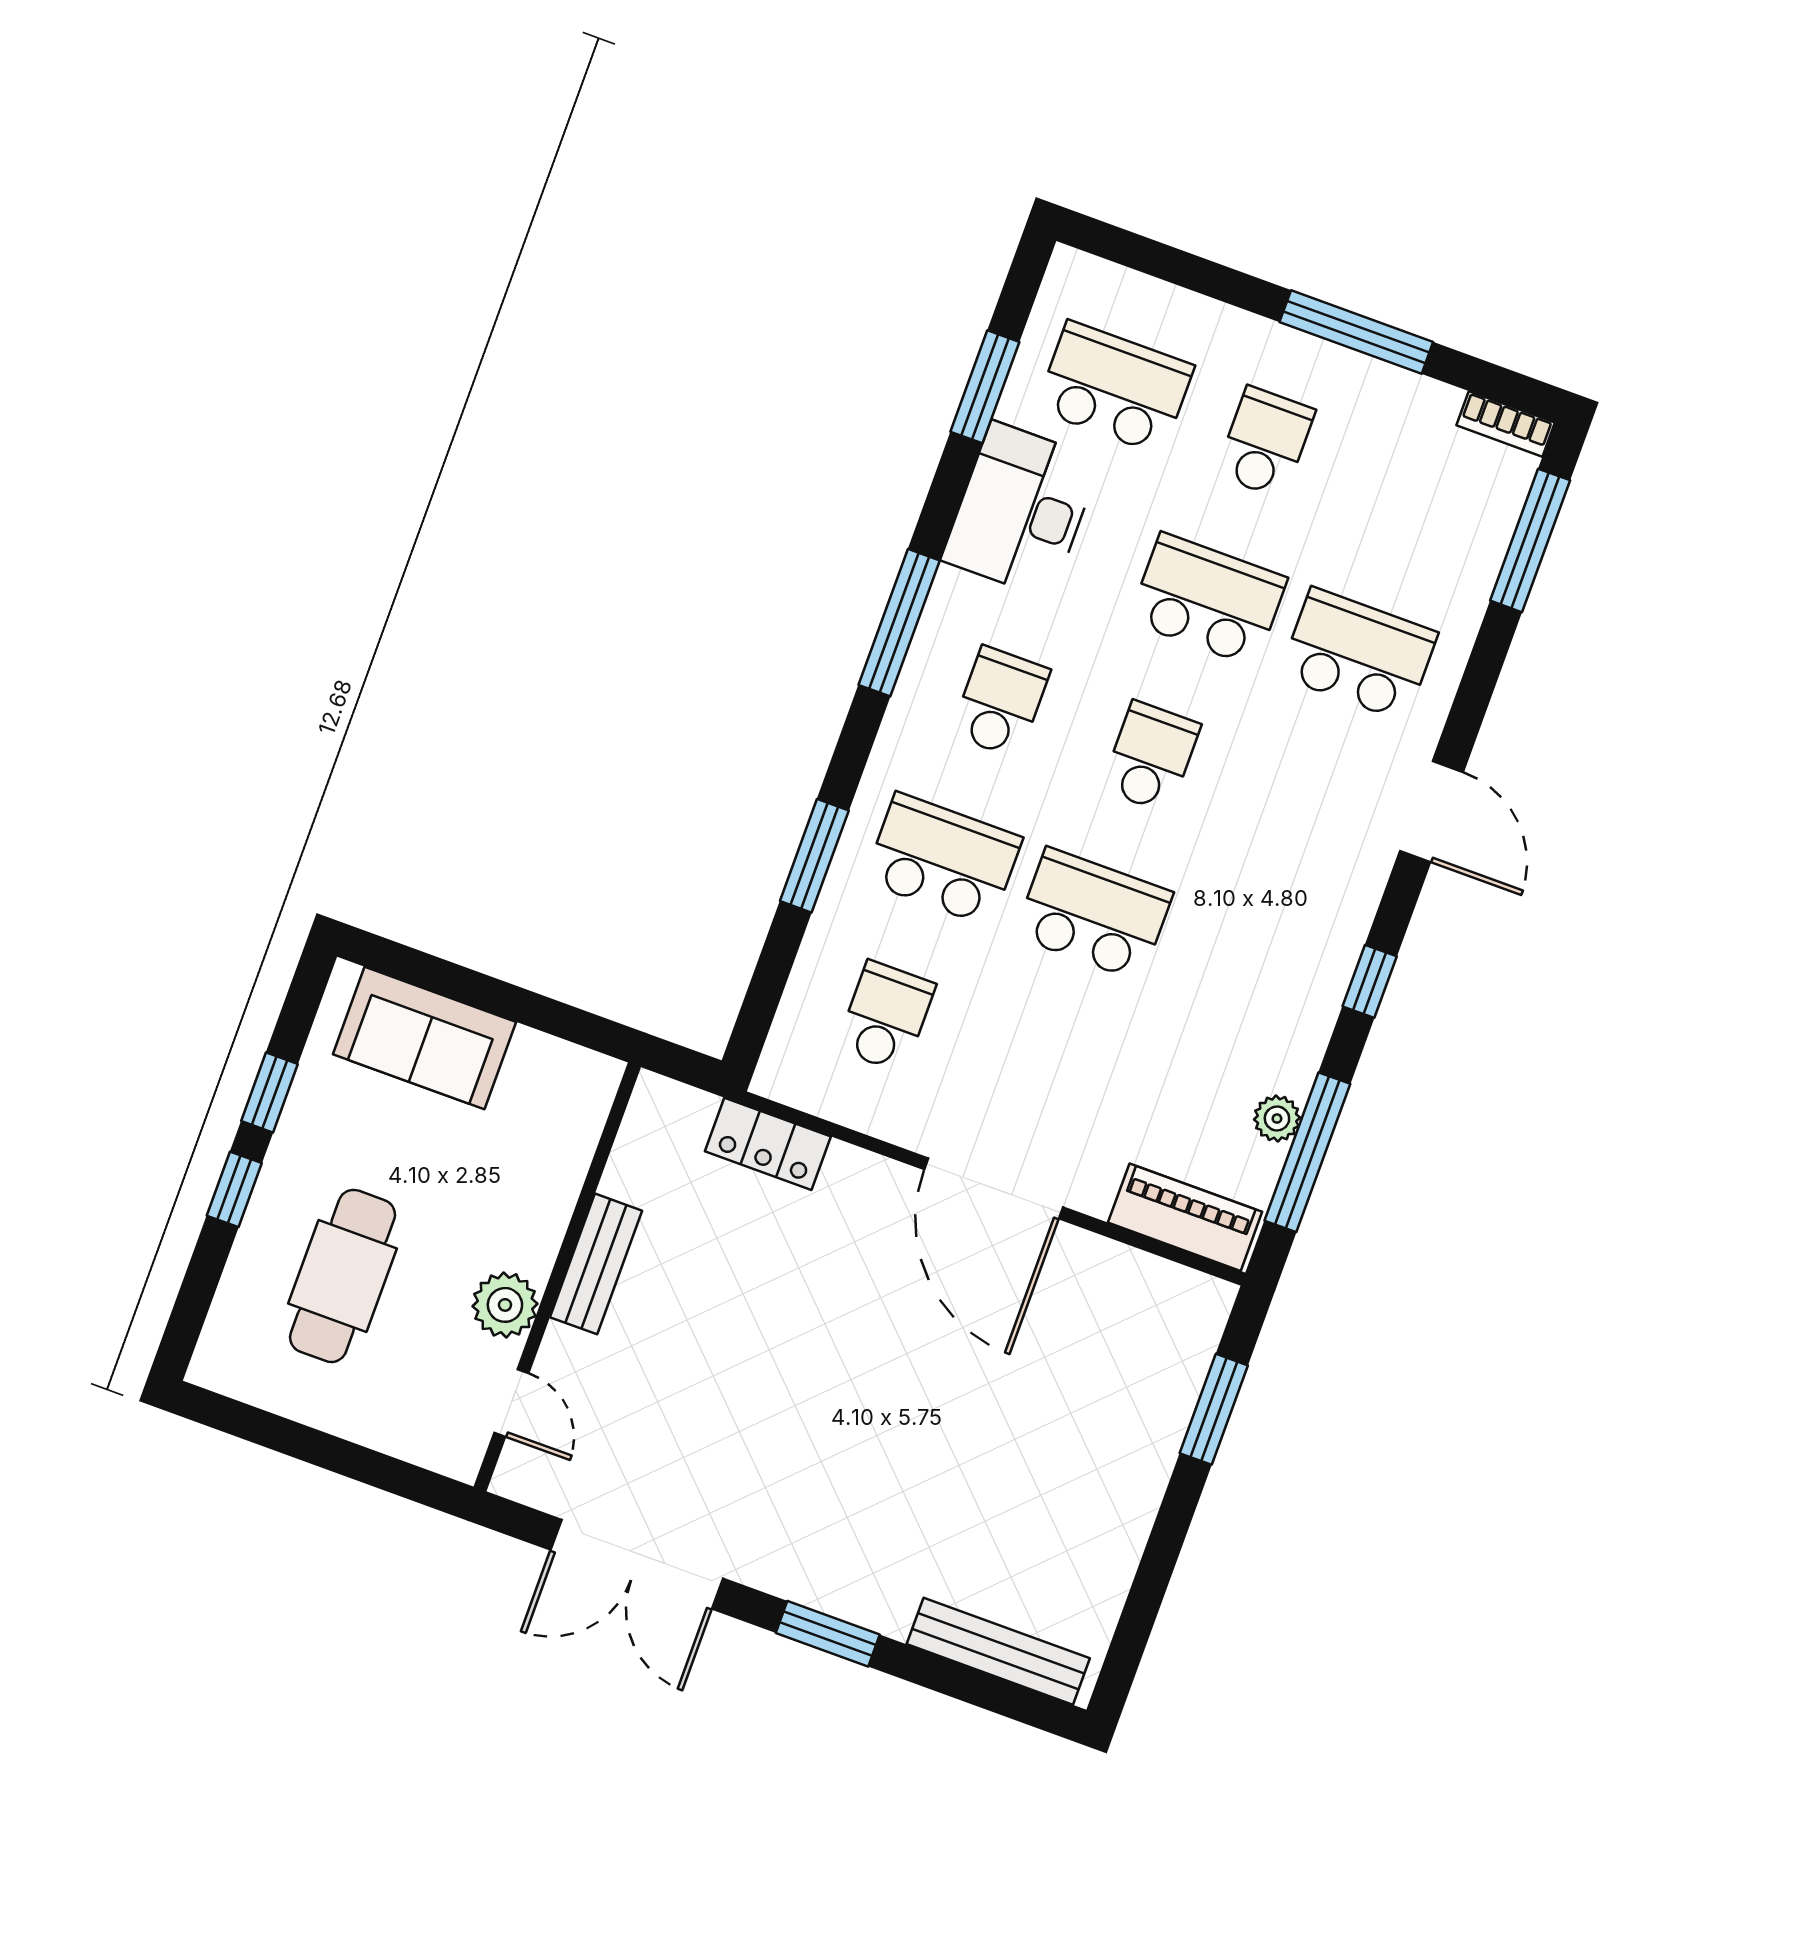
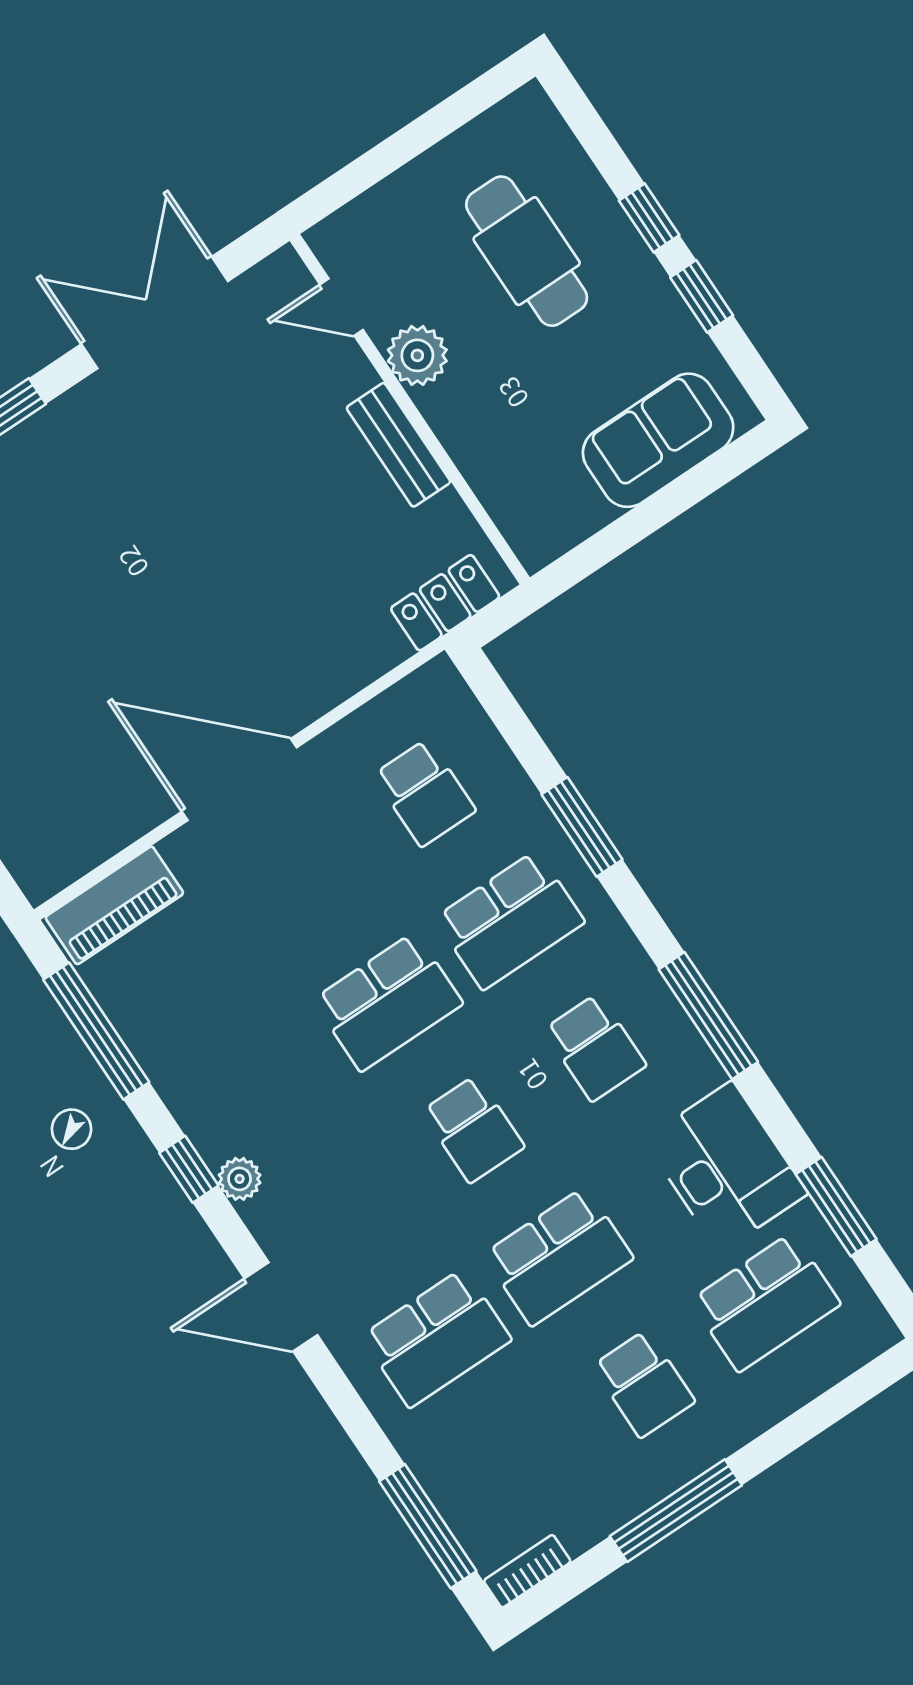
plant: (1277, 1119) -> (240, 1179), moved
locker: (768, 1144) -> (445, 603), moved

